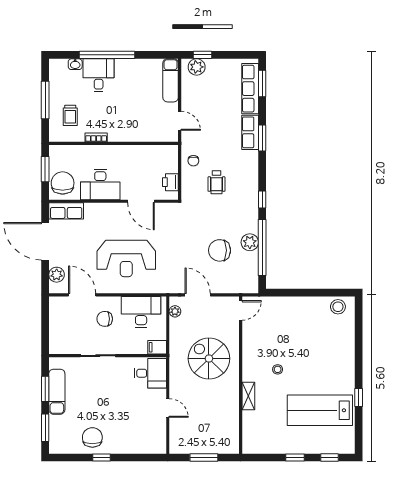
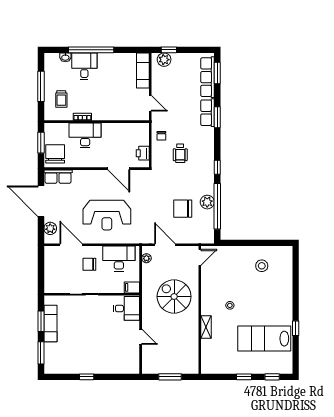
desk: (100, 184) -> (85, 135), moved, turned 180
stool: (338, 307) -> (262, 266), moved
chair: (92, 437) -> (79, 361), removed

